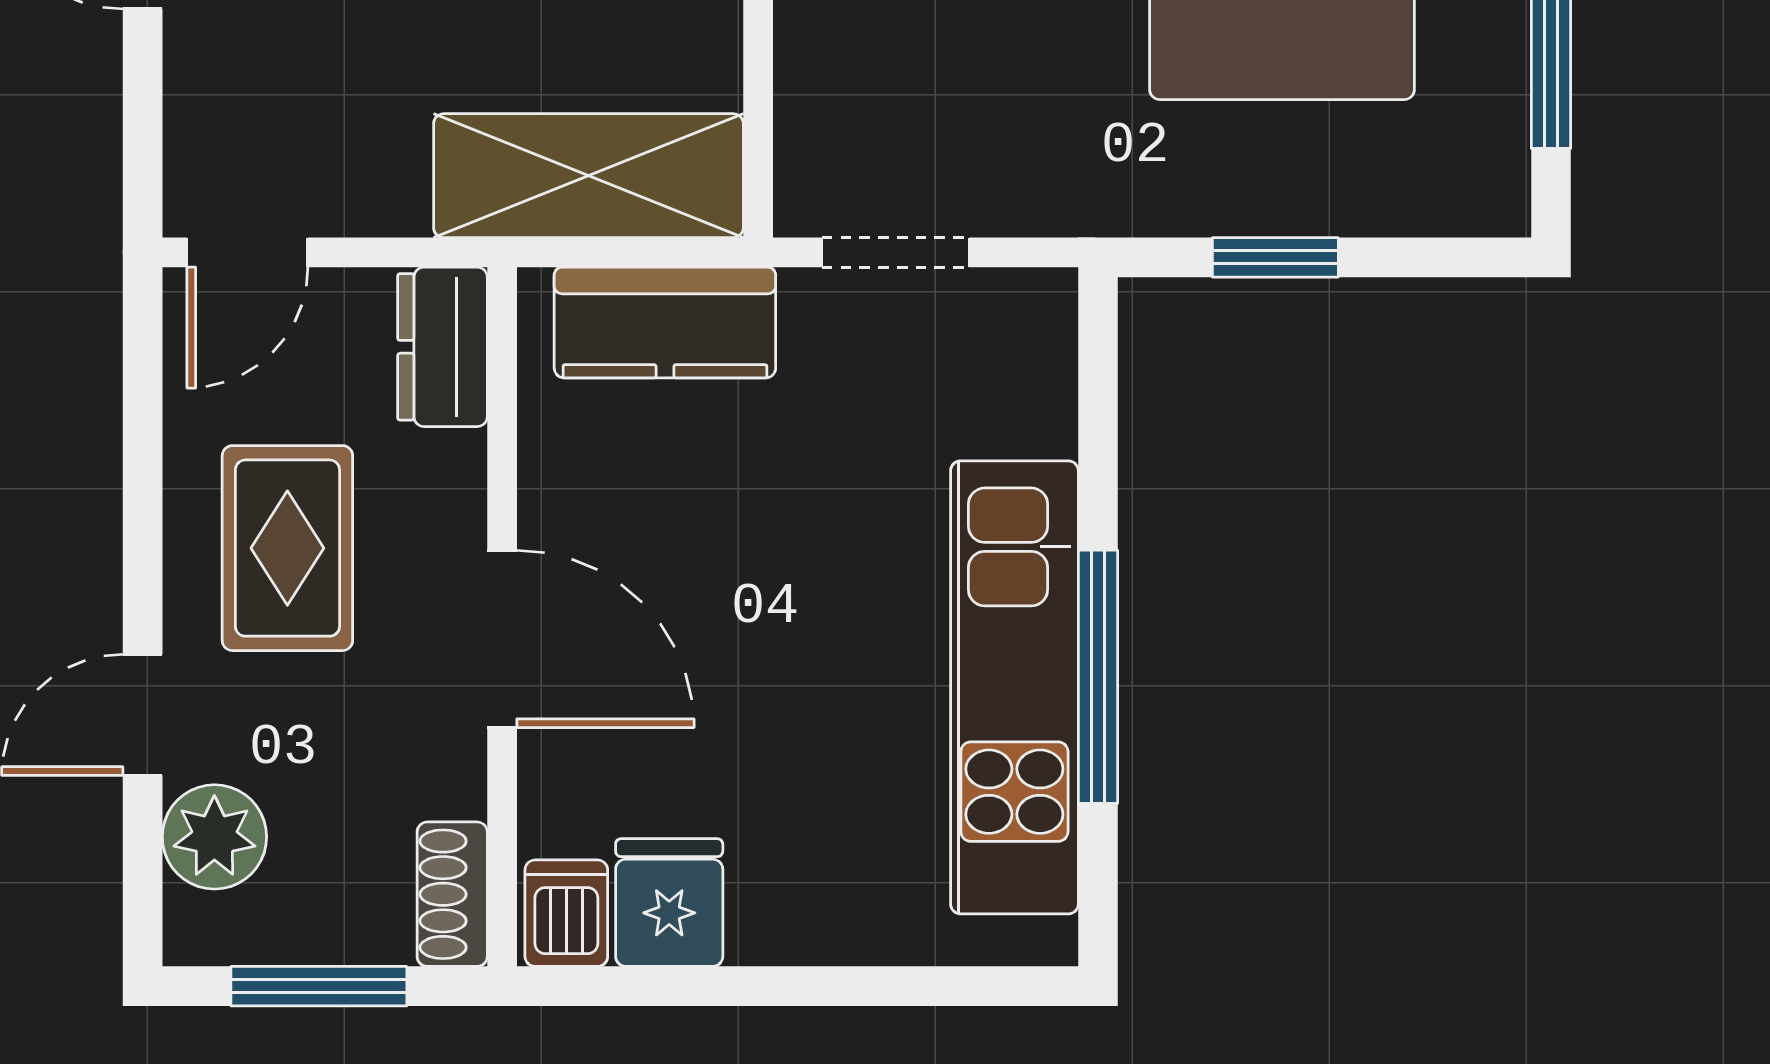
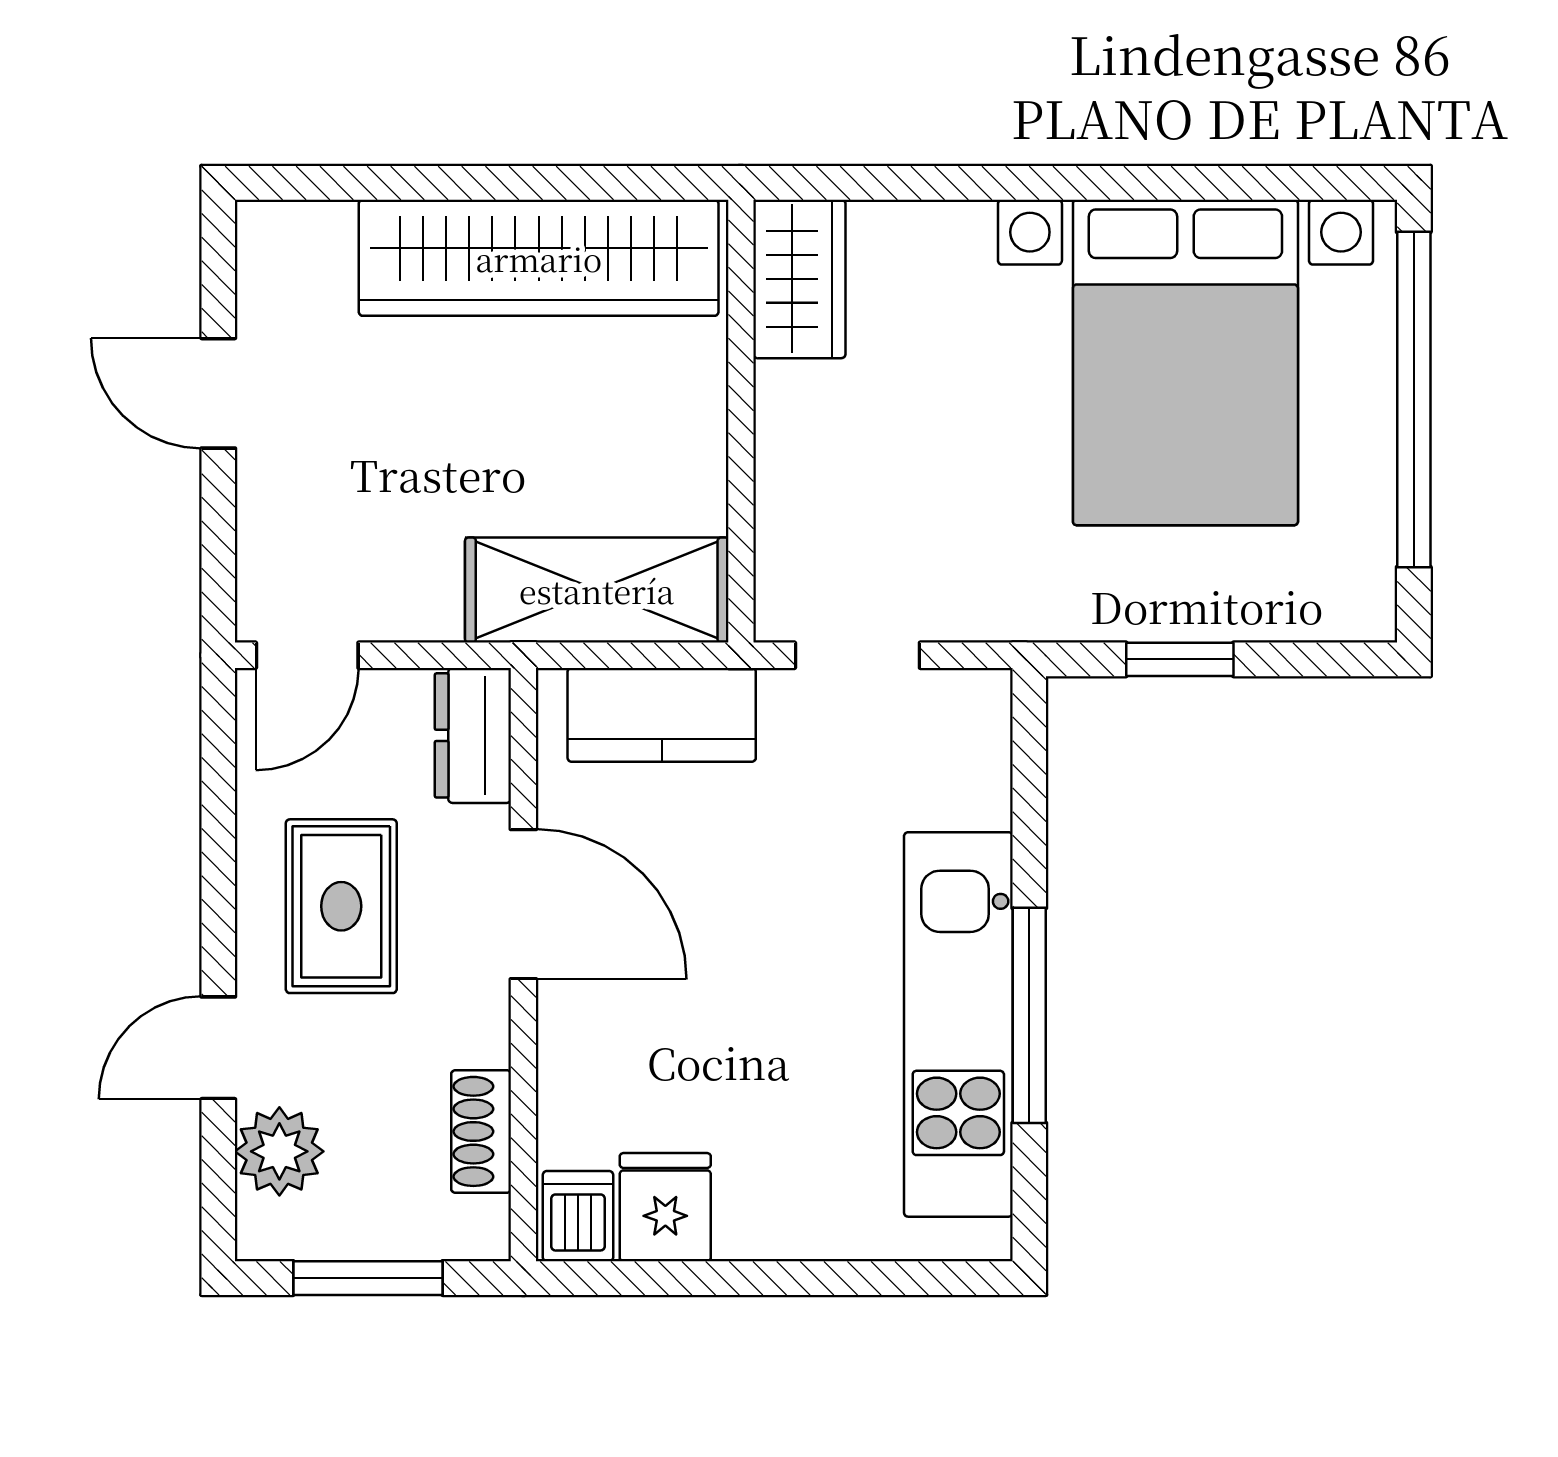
door: (502, 639) -> (523, 904), moved
shoe rack: (452, 894) -> (481, 1131), moved

